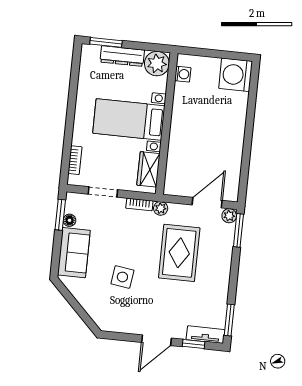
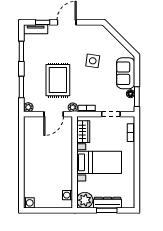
window: (106, 42) -> (107, 210), moved
washing machine: (236, 75) -> (29, 203), width x0.53, depth x0.53
door: (207, 203) -> (54, 114), moved
window: (238, 230) -> (21, 87), moved
window: (229, 320) -> (21, 51), moved

